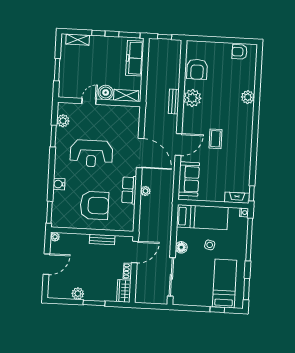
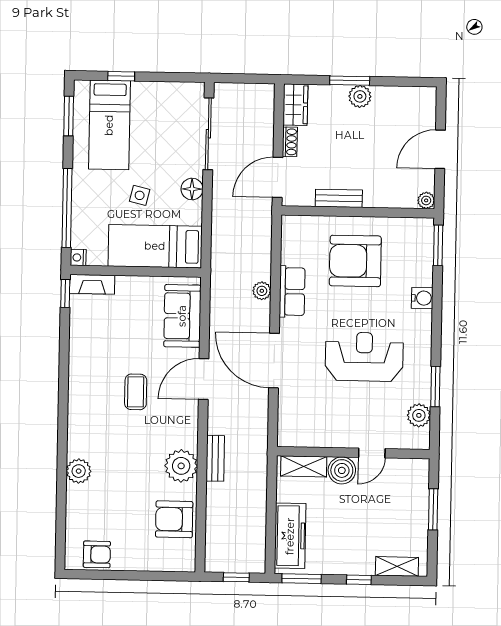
armchair: (197, 69) -> (174, 519), turned -90
plant: (78, 294) -> (360, 96), moved

